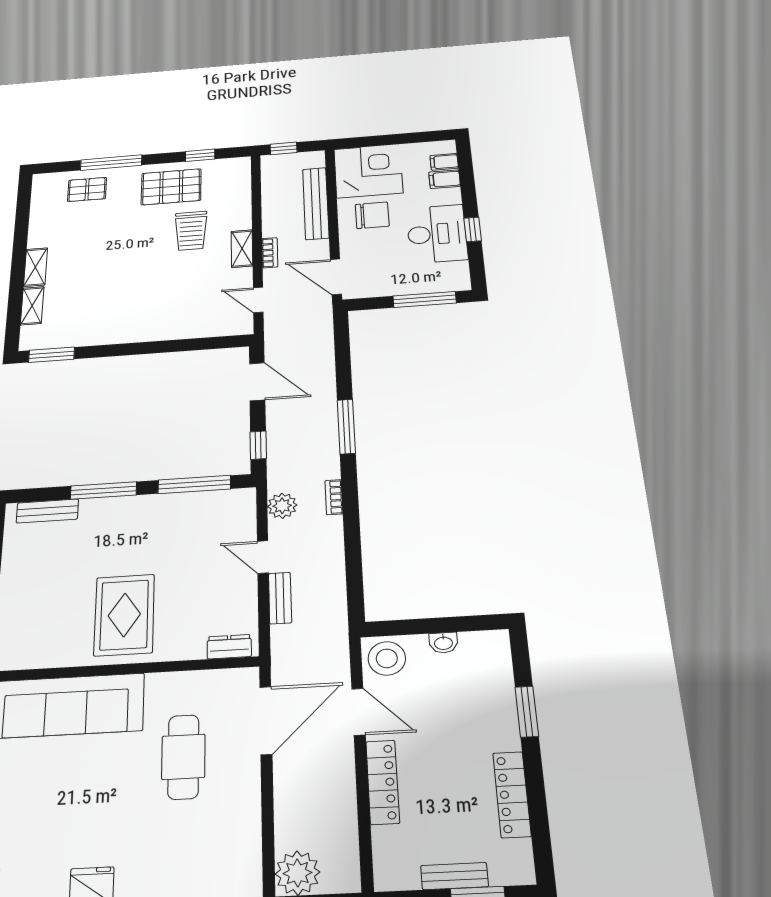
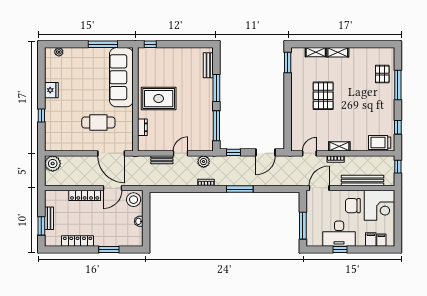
pallet: (171, 187) -> (323, 96), moved
chair: (372, 215) -> (353, 206), turned 90
trolley: (191, 231) -> (380, 143), moved
dresser: (229, 647) -> (142, 127), moved

